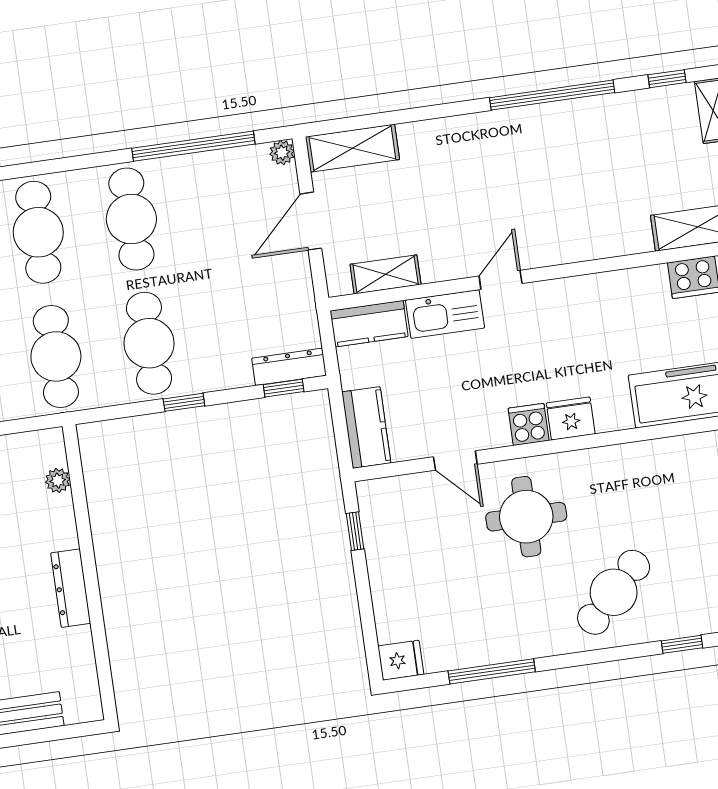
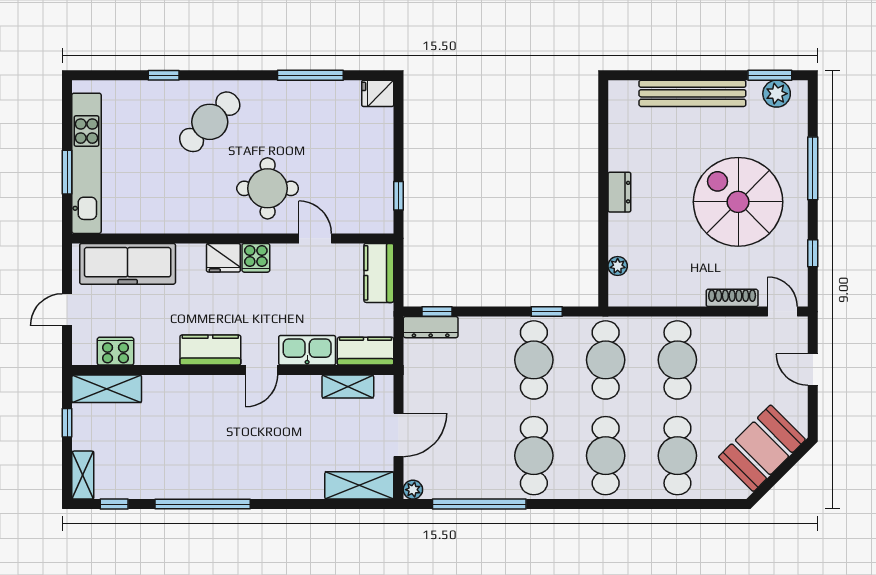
kitchen counter: (571, 296) -> (210, 350), added
window: (184, 402) -> (547, 312), moved
dresser: (71, 588) -> (619, 192), width x0.70

